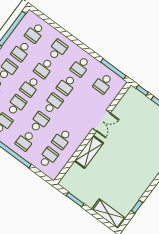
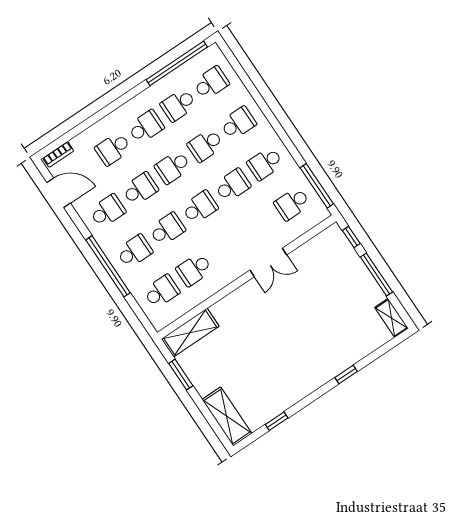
school desk: (35, 33) -> (211, 83), turned 180
school desk: (67, 85) -> (232, 185), turned 180
school desk: (25, 141) -> (135, 251), turned 180
shelving: (89, 152) -> (190, 333), moved

